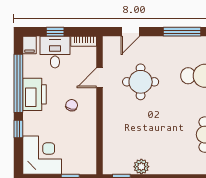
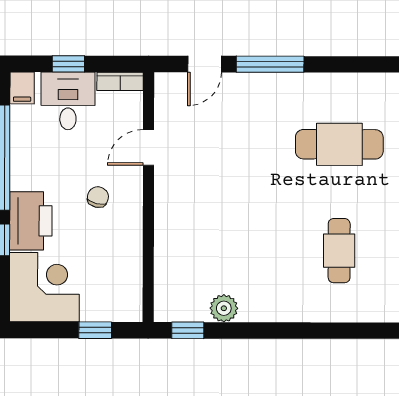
window: (182, 32) -> (270, 64), moved
round table: (141, 82) -> (223, 155), removed
printer: (35, 94) -> (31, 221), moved

